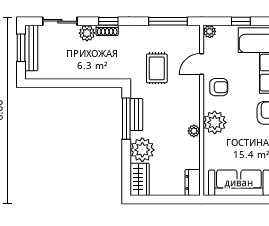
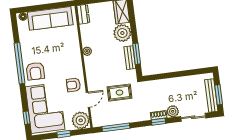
plant: (210, 31) -> (81, 120), width x1.88, depth x1.88
rug: (157, 68) -> (120, 93), turned 90
window: (126, 119) -> (137, 54), width x0.69
plant: (215, 122) -> (73, 59), removed

